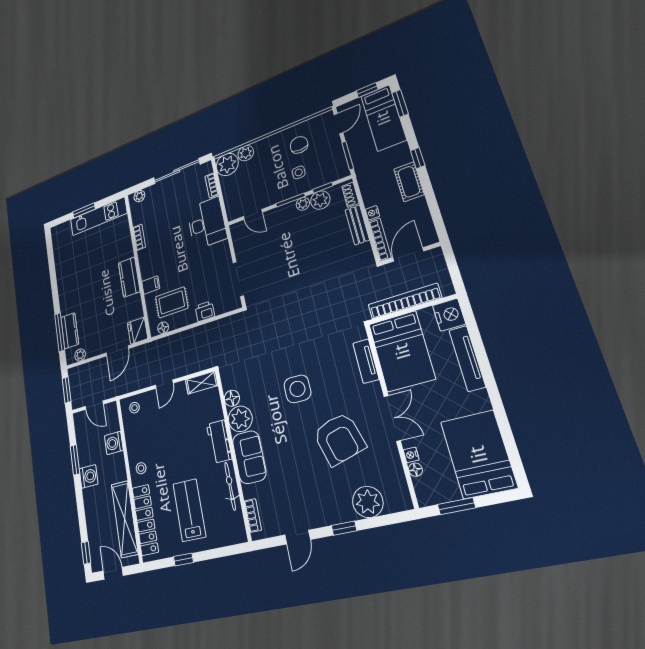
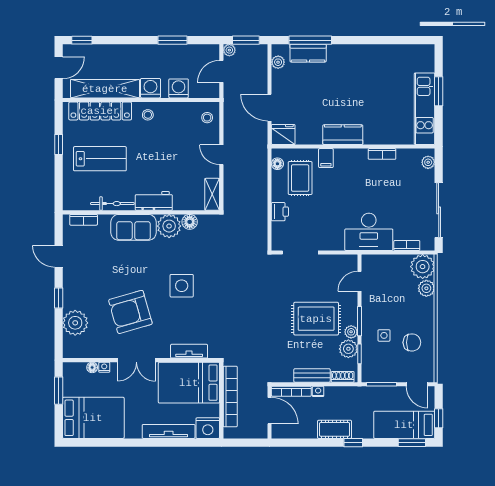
rug: (298, 242) -> (316, 319), added
plant: (76, 403) -> (229, 50), added
washing machine: (89, 476) -> (150, 88), moved, turned 180

